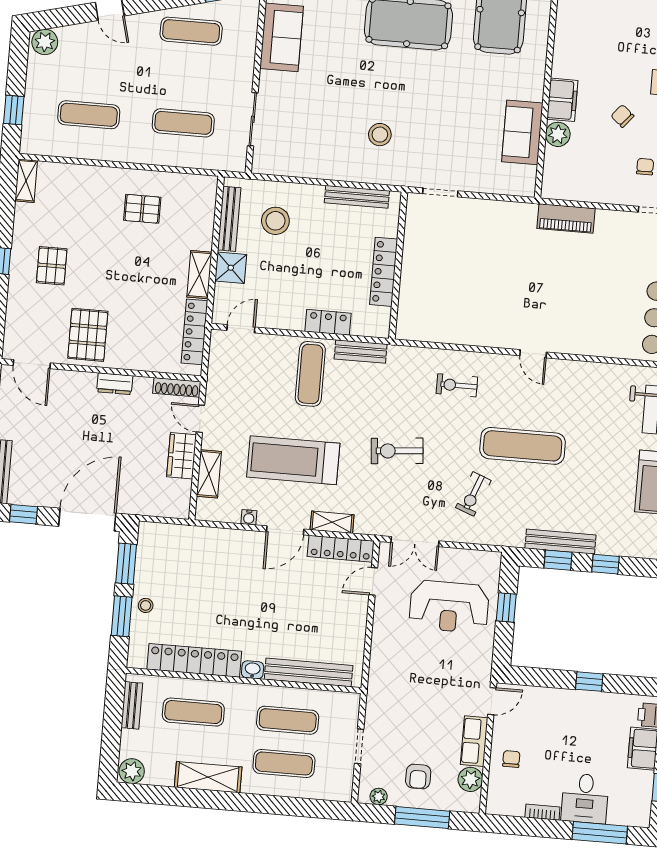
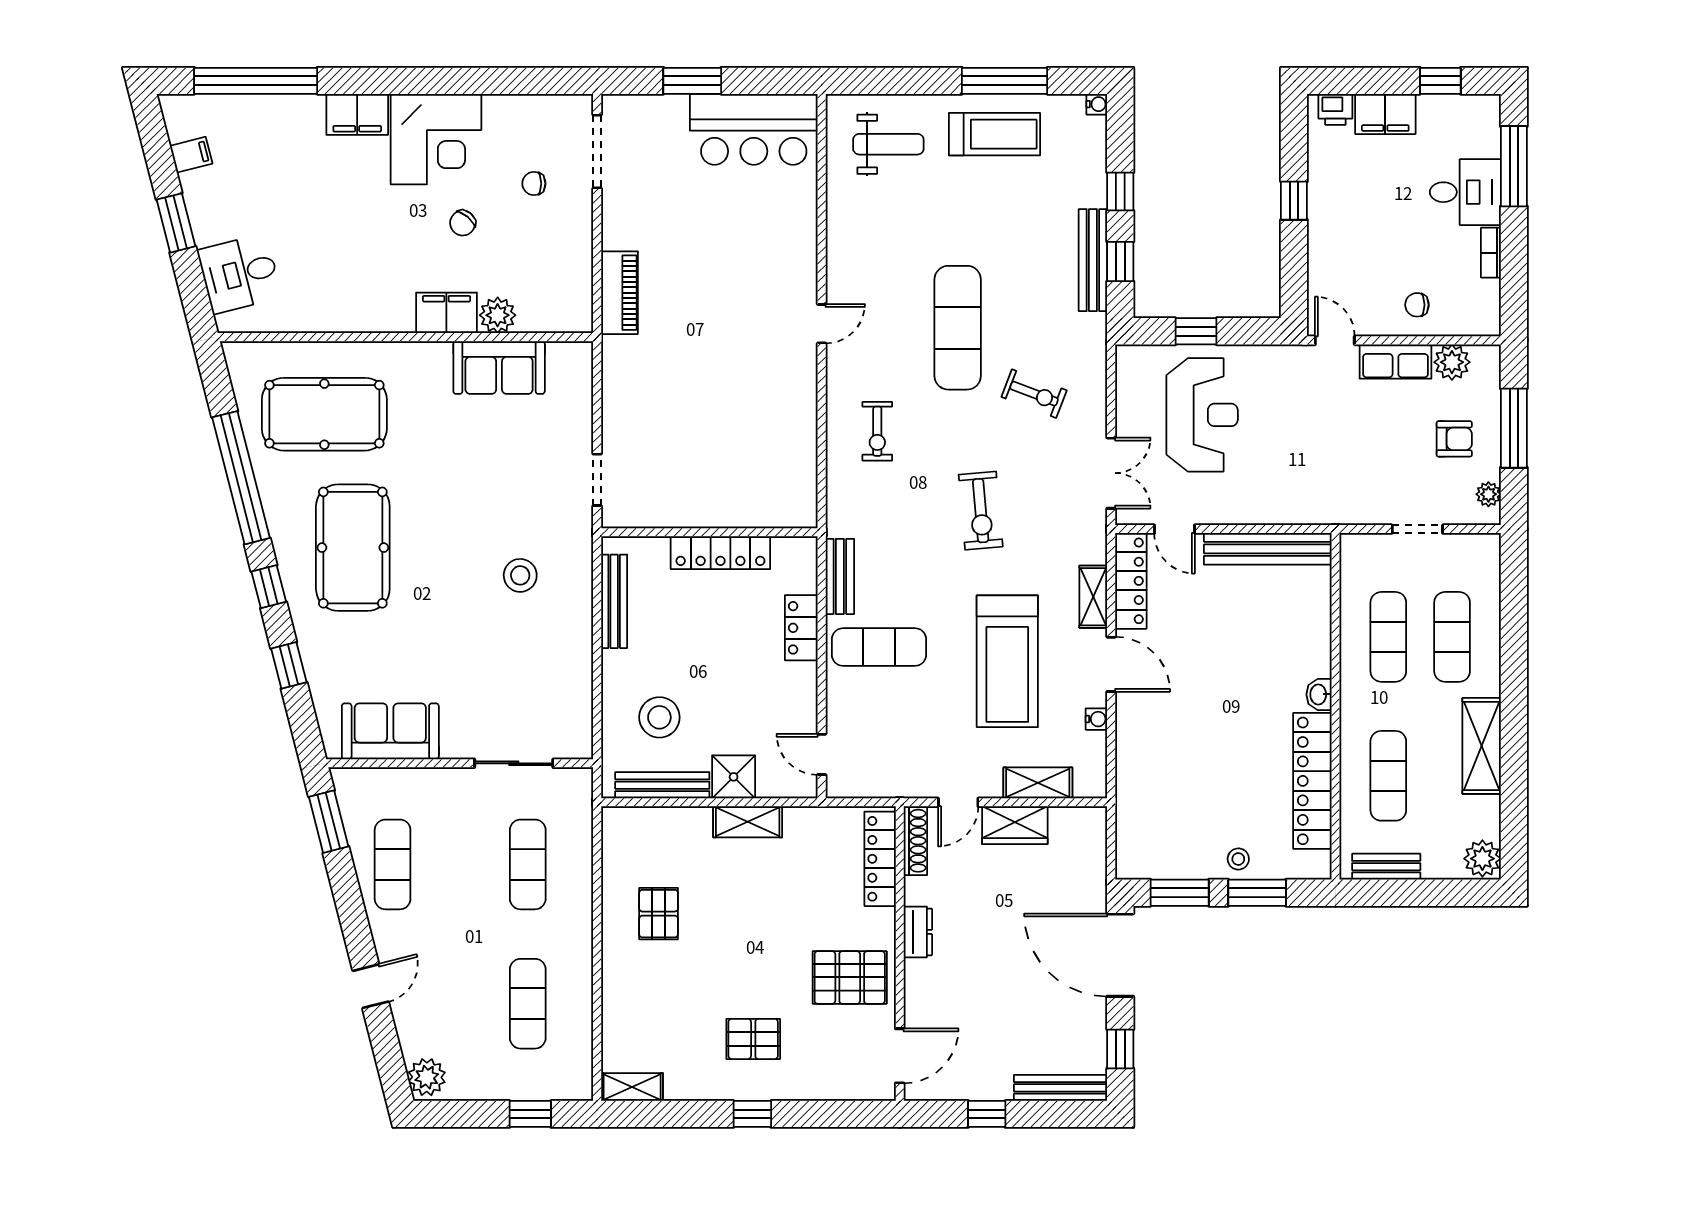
locker: (194, 332) -> (880, 859), moved, turned 90
bench: (309, 672) -> (1268, 549), moved, turned 90

